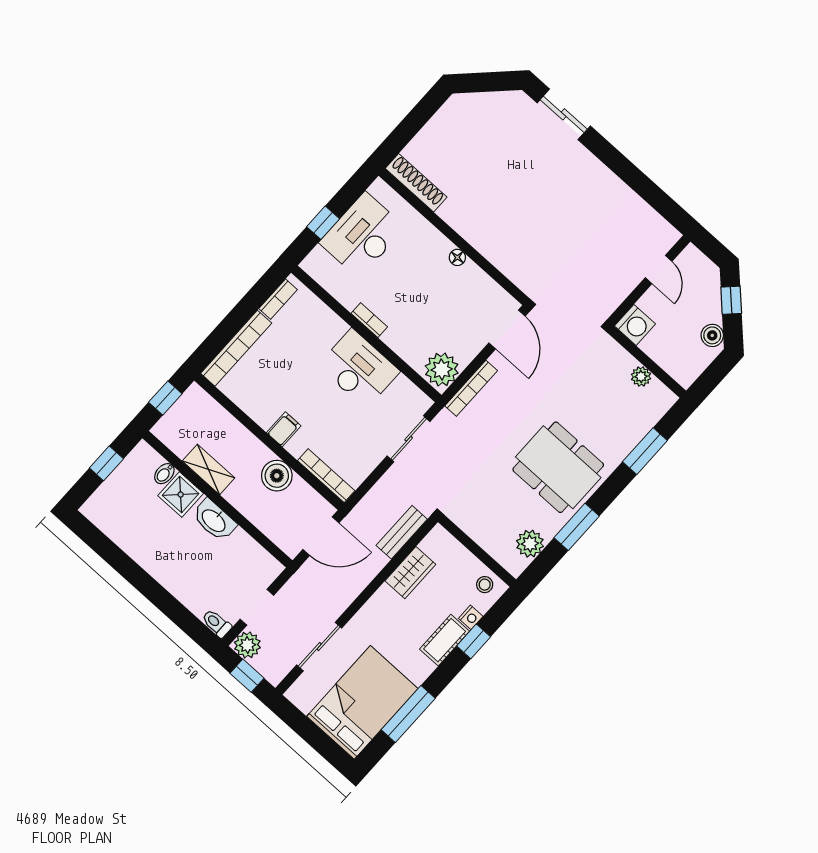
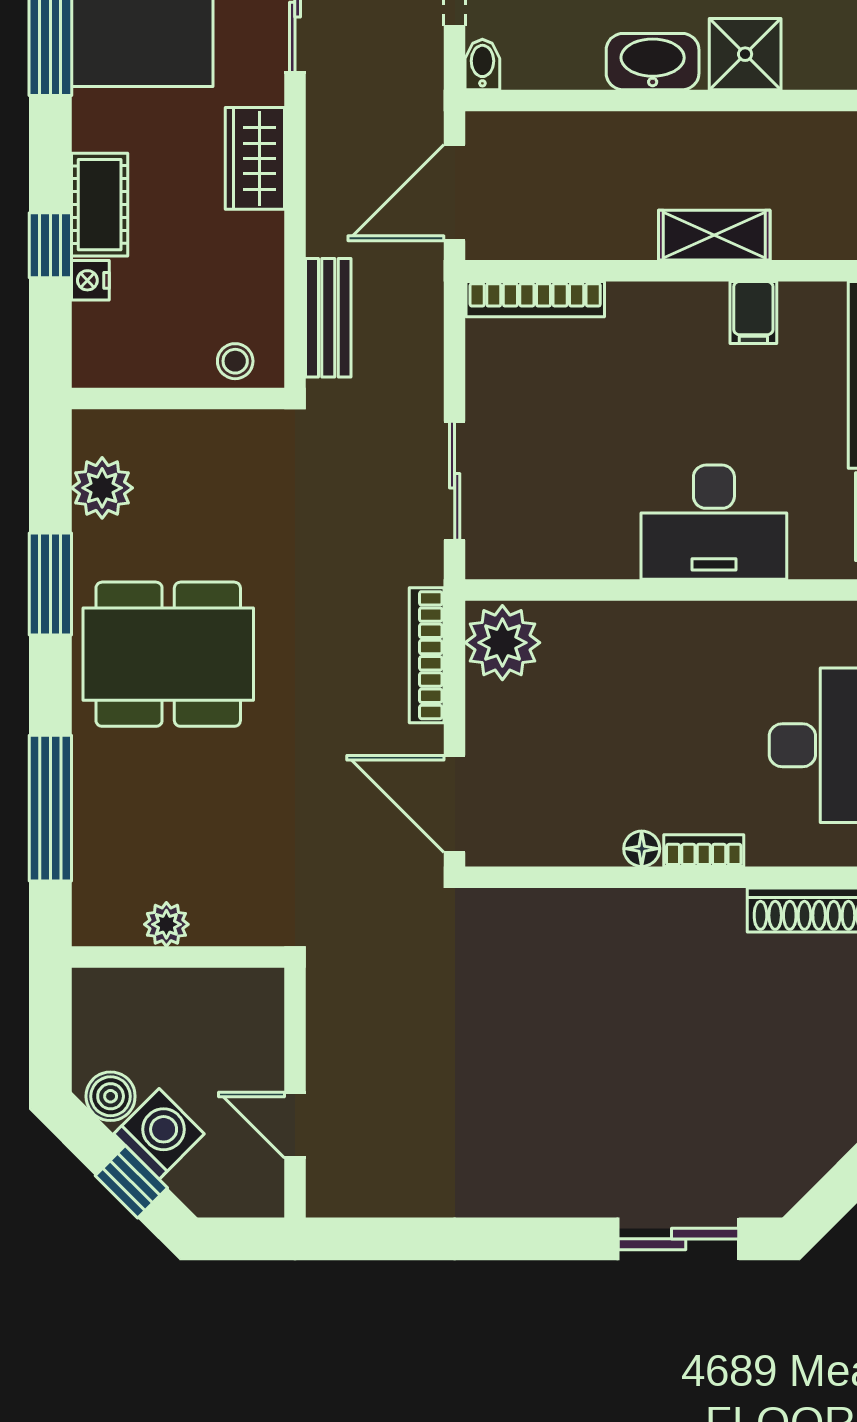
bookcase: (369, 320) -> (704, 851), moved, turned 180
washing machine: (635, 325) -> (159, 1134), moved, turned 135
desk: (359, 369) -> (714, 522), moved
filing cabinet: (284, 429) -> (753, 312), moved
window: (645, 451) -> (50, 808), width x1.44
shelving: (209, 469) -> (714, 235), moved
bidet: (164, 474) -> (482, 65), moved
boiler: (277, 476) -> (616, 226), removed
wardrobe: (410, 573) -> (255, 158), moved
stool: (485, 585) -> (235, 361), moved

